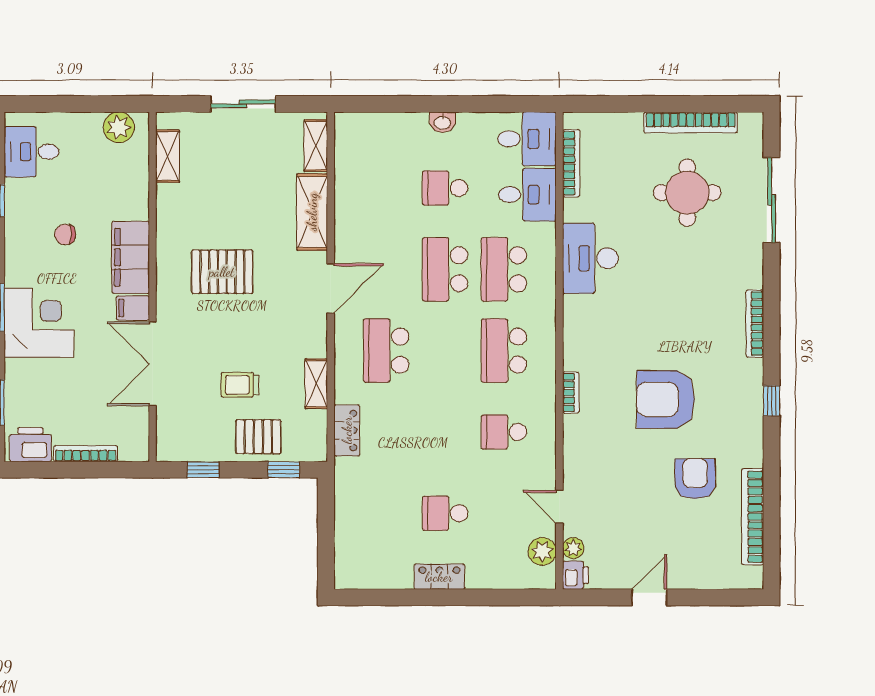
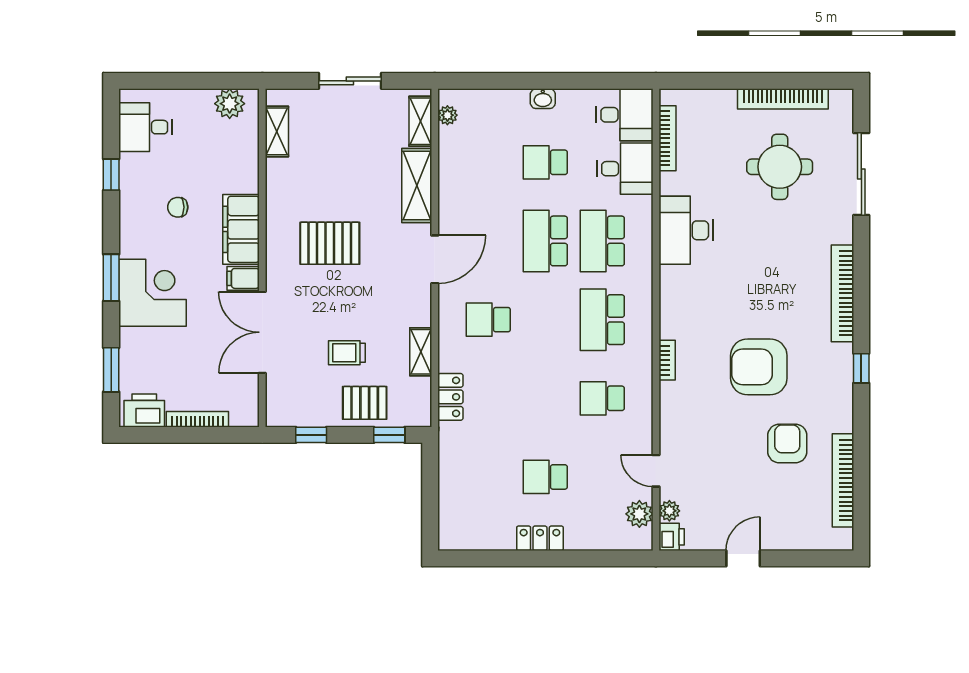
plant: (344, 139) -> (447, 115), added
bookcase: (755, 324) -> (843, 293), width x1.48, depth x1.31
school desk: (386, 351) -> (488, 320), width x0.54

